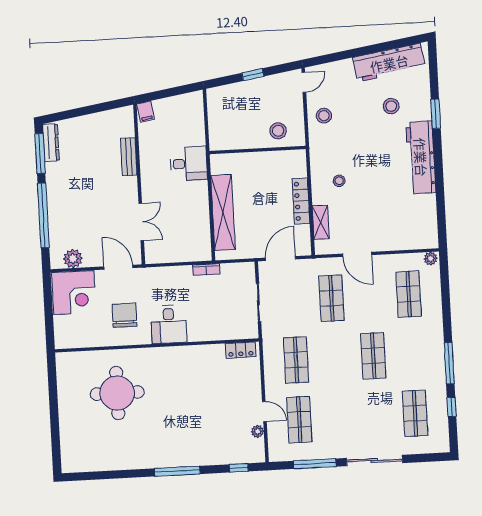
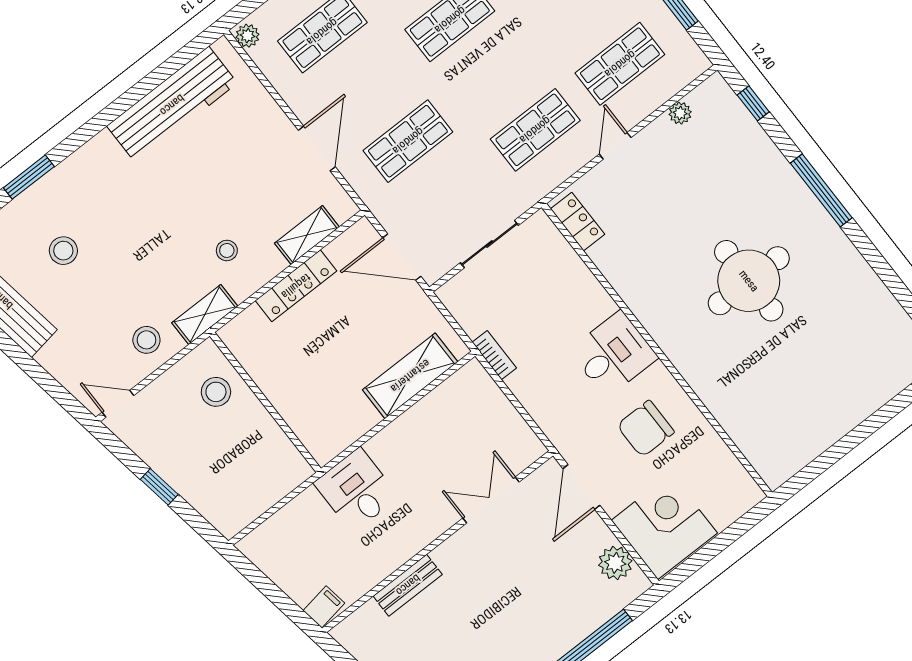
shelving: (317, 150) -> (205, 314), added
workbench: (421, 157) -> (172, 105), moved
shelving: (223, 213) -> (410, 376), width x0.68
round table: (117, 393) -> (749, 281), moved
door: (264, 412) -> (615, 146), moved

